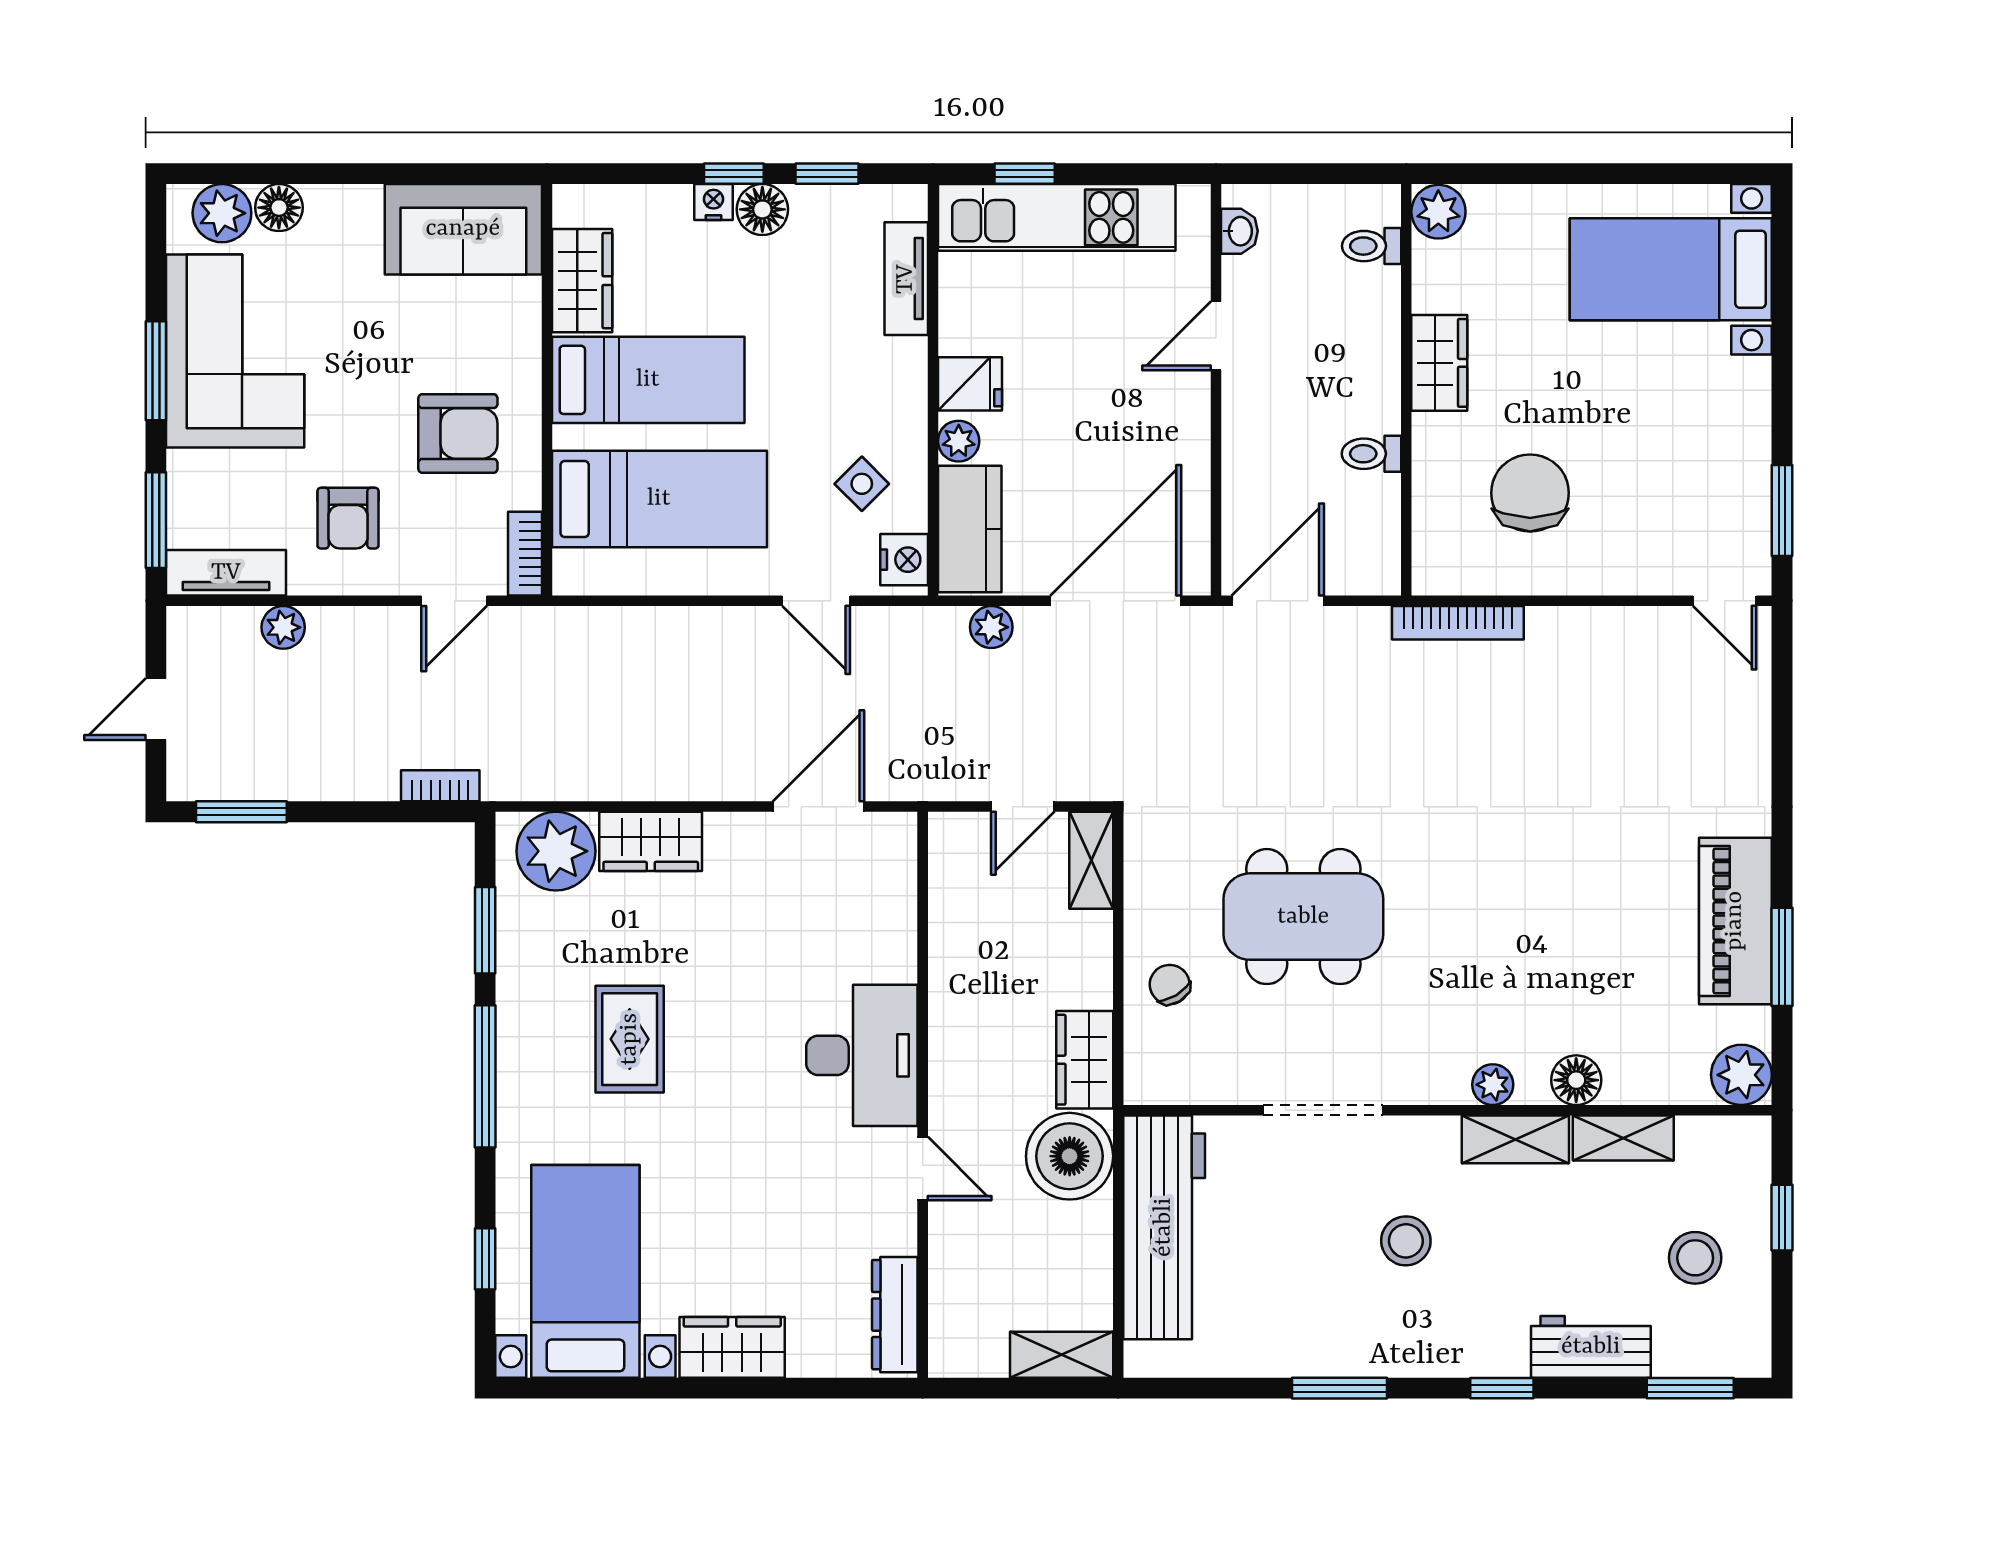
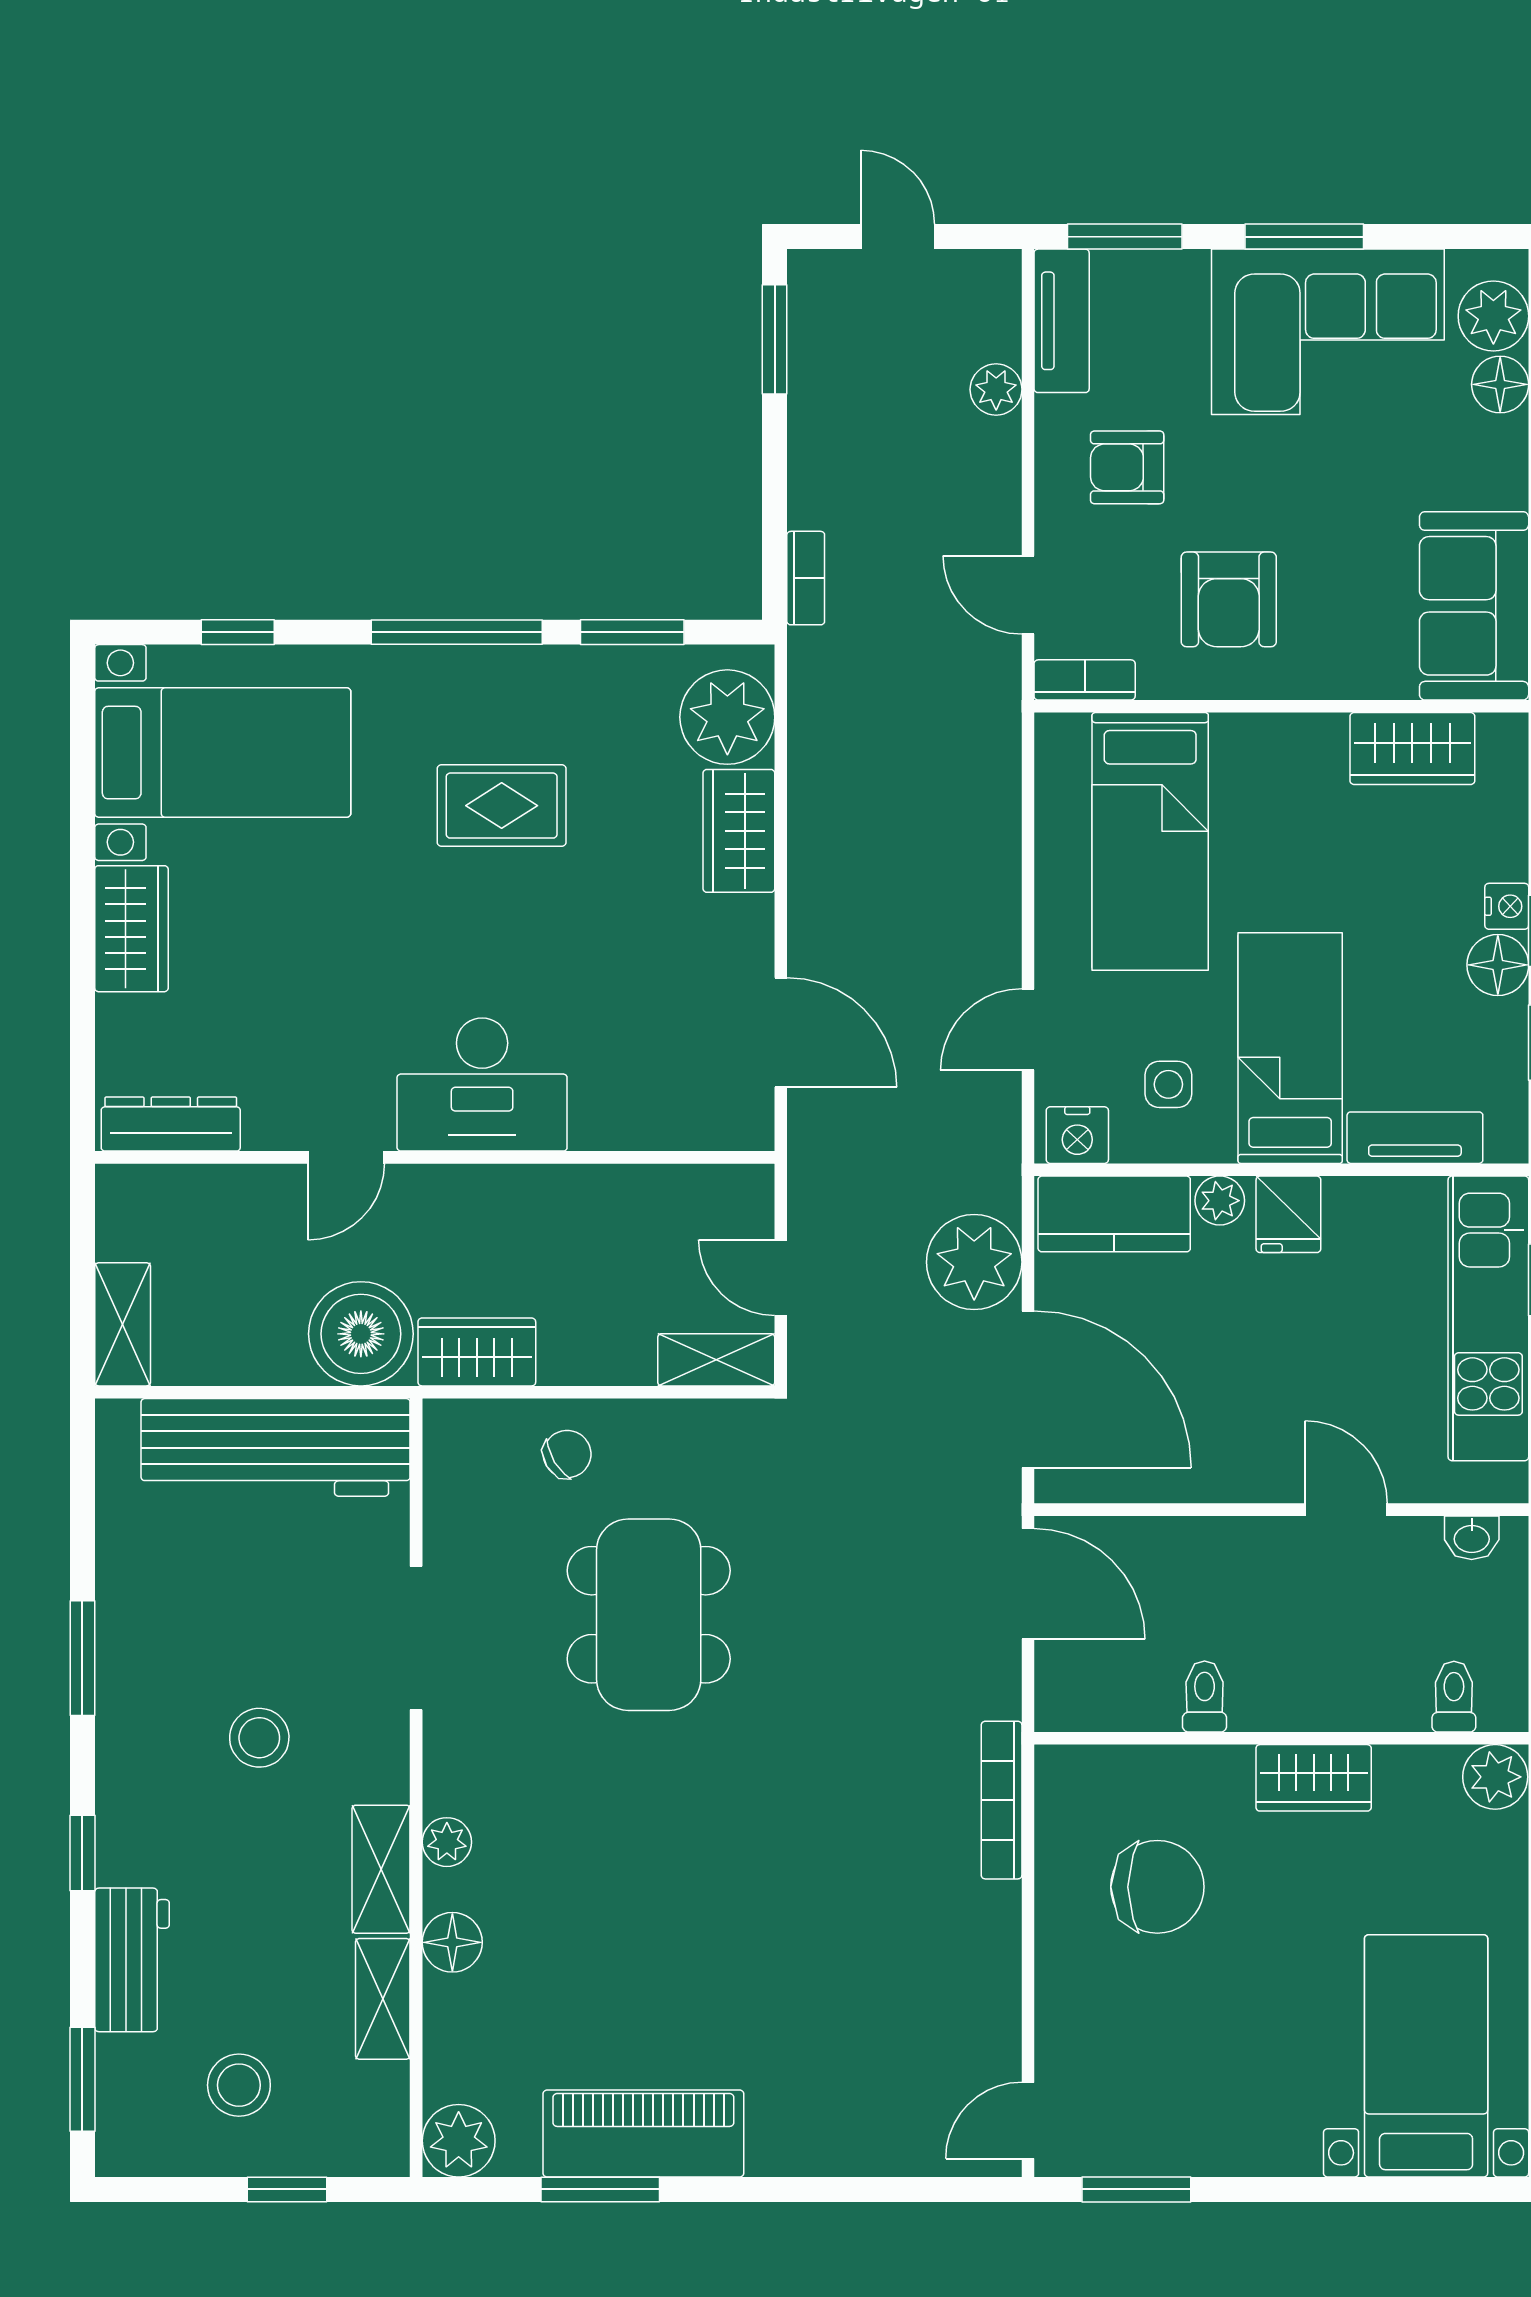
bed: (648, 380) -> (1290, 1048), moved, turned 180
side table: (862, 484) -> (1168, 1084), turned 45
plant: (991, 627) -> (974, 1262), width x1.88, depth x1.88

